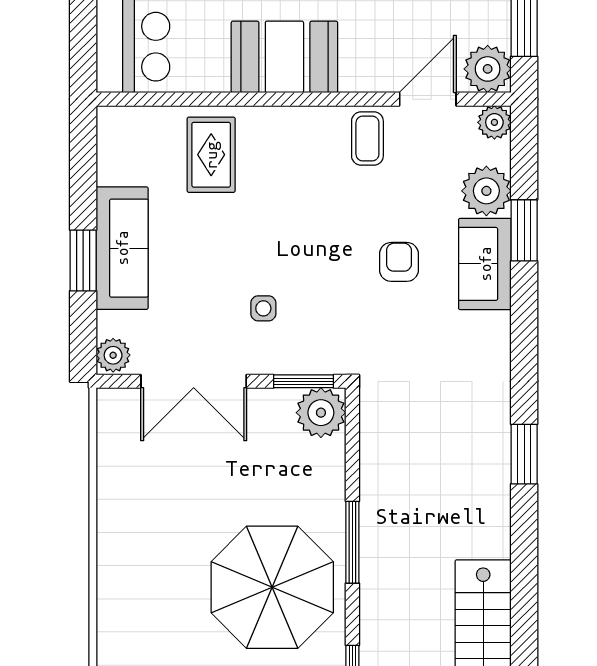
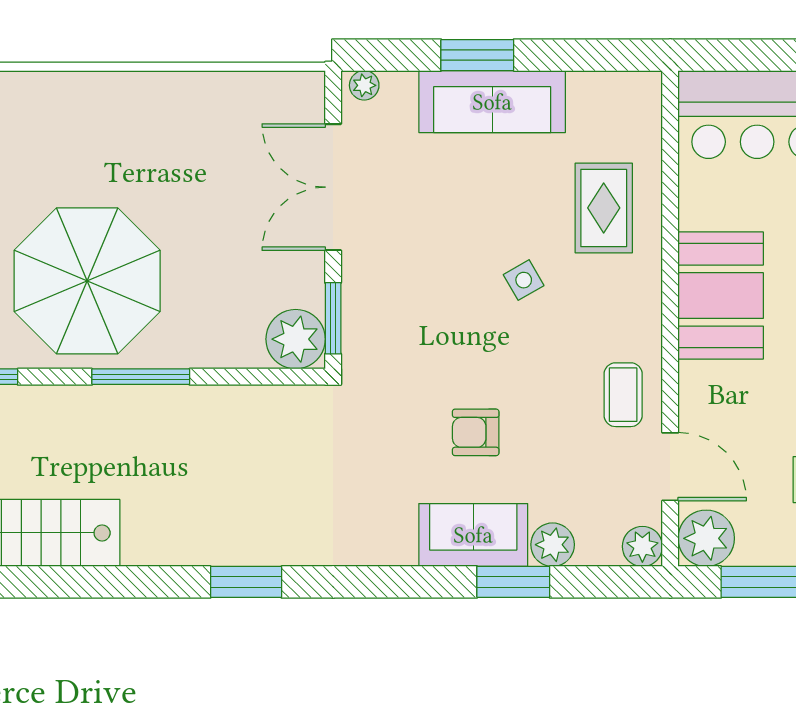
coffee table: (367, 138) -> (623, 395), turned 90
rug: (211, 155) -> (604, 208), turned 90
plant: (486, 191) -> (553, 545), width x0.73, depth x0.73
armchair: (399, 262) -> (476, 432), turned 180
side table: (263, 308) -> (524, 280), moved, turned -30
plant: (113, 355) -> (364, 85), width x0.73, depth x0.73

